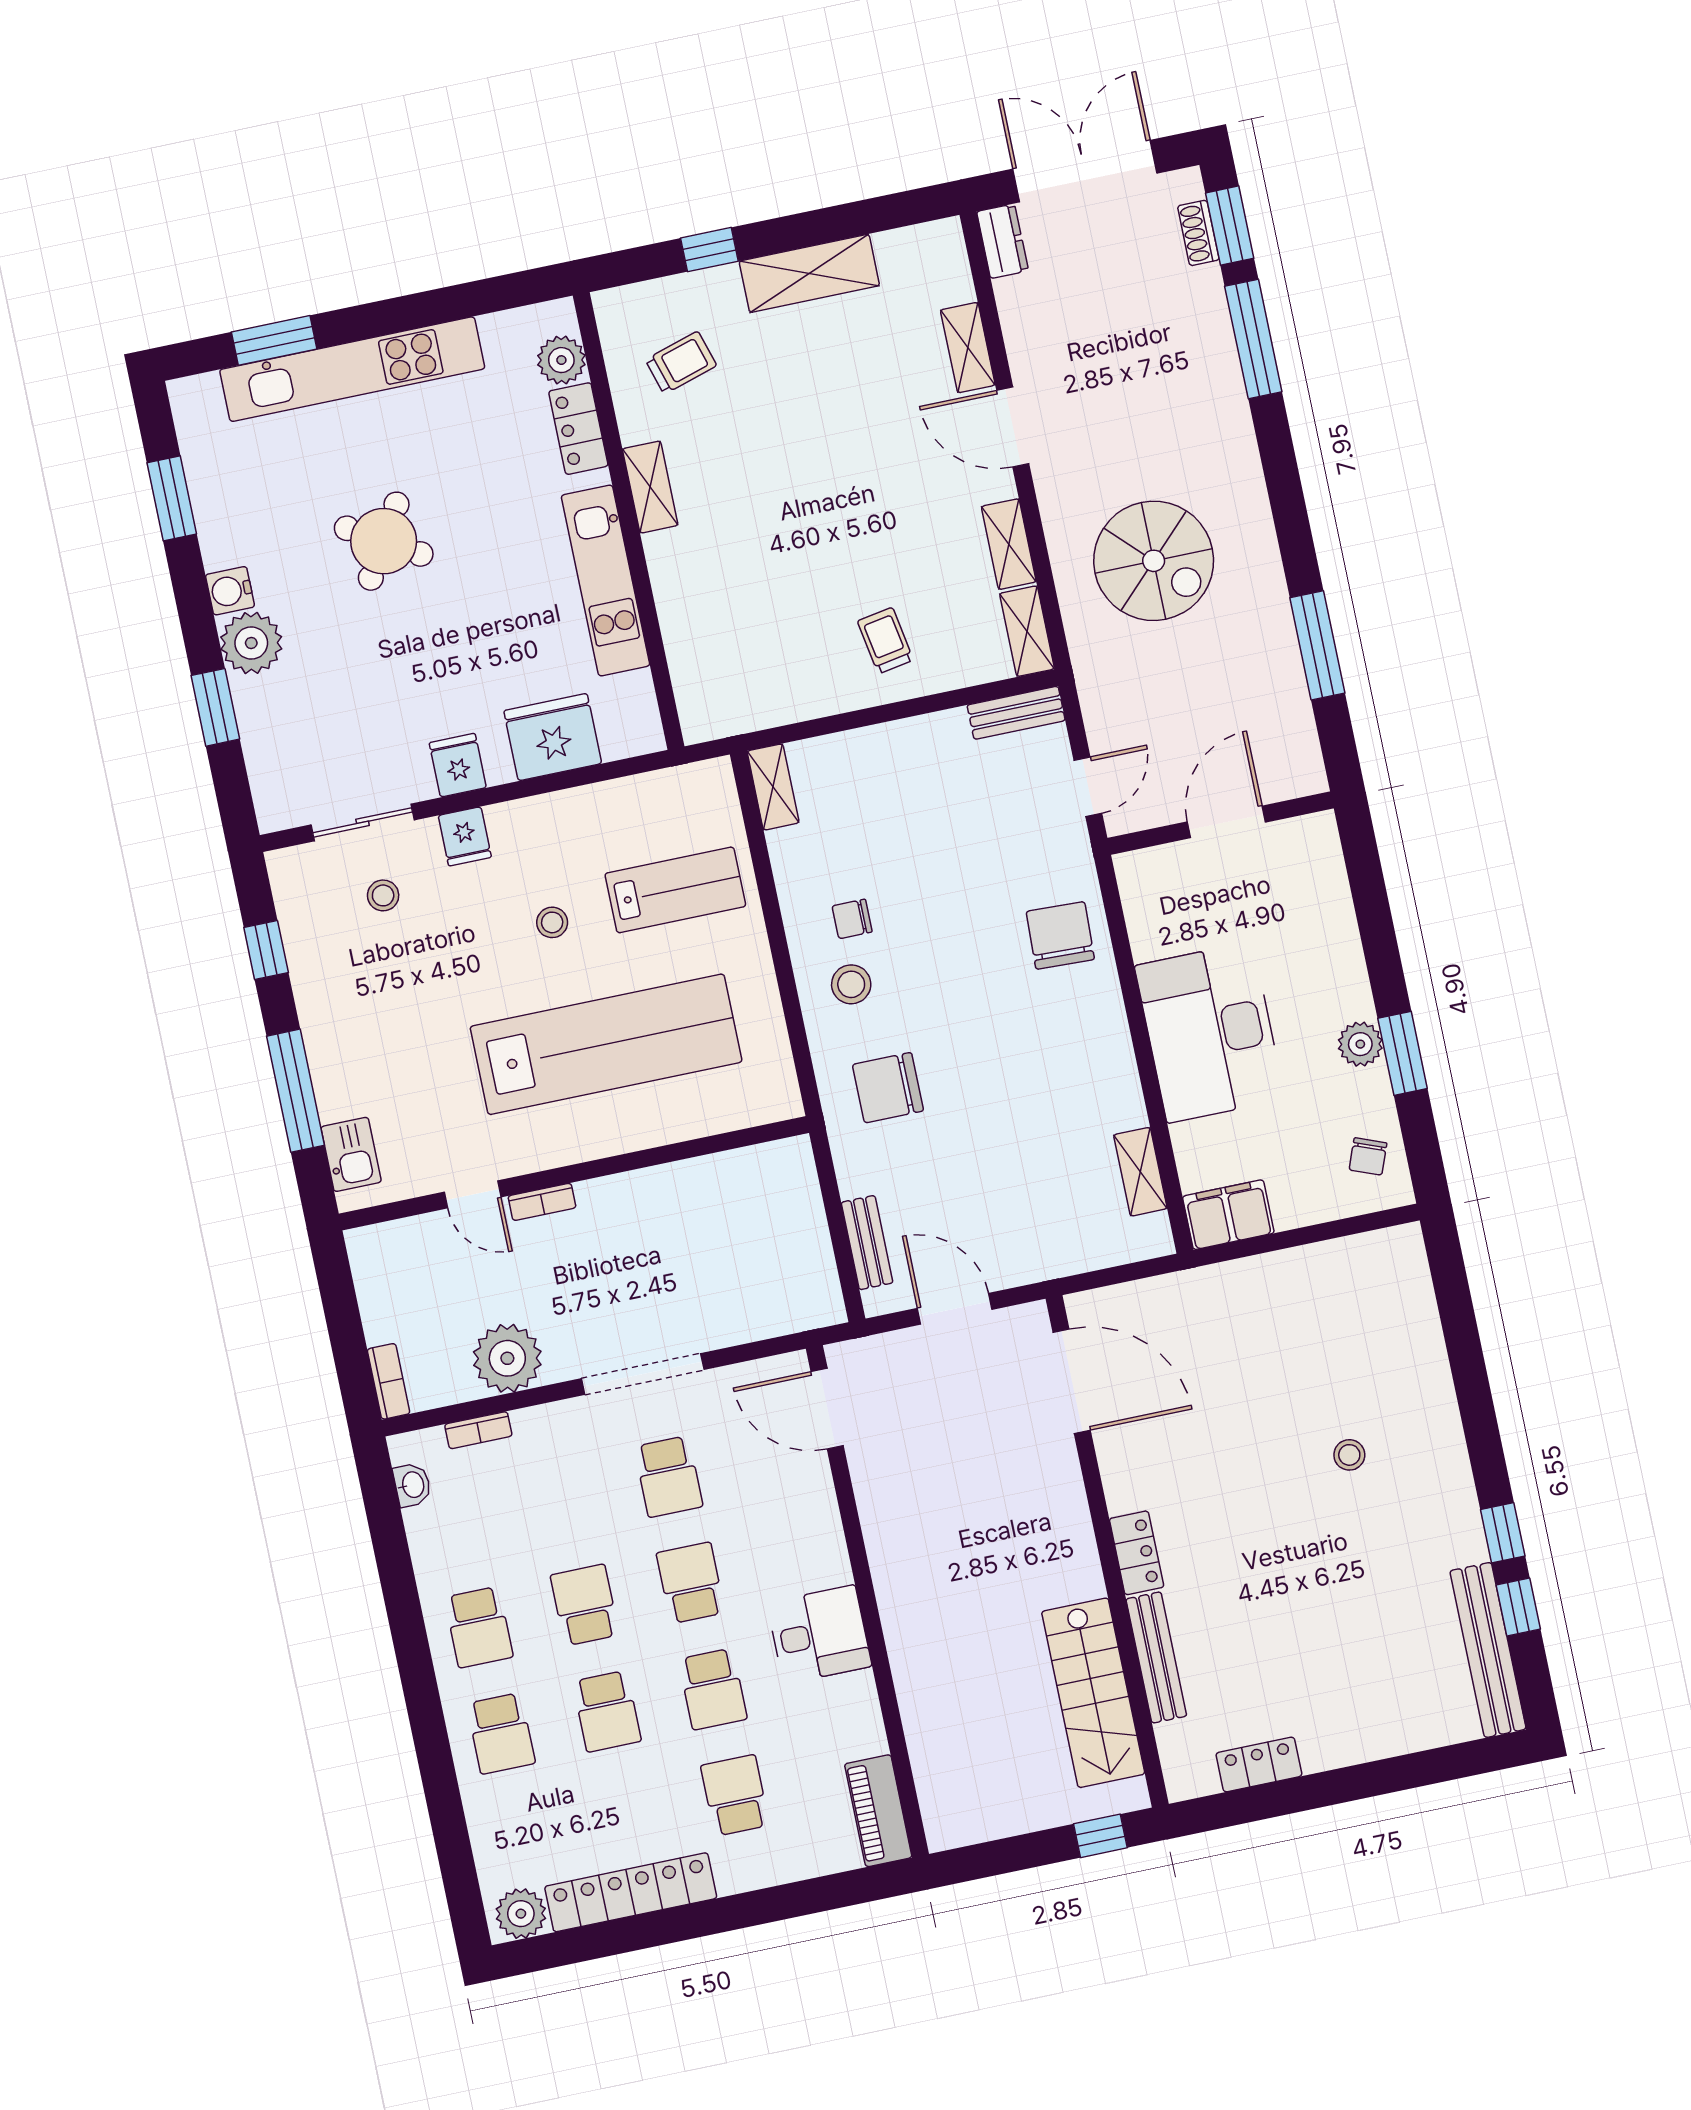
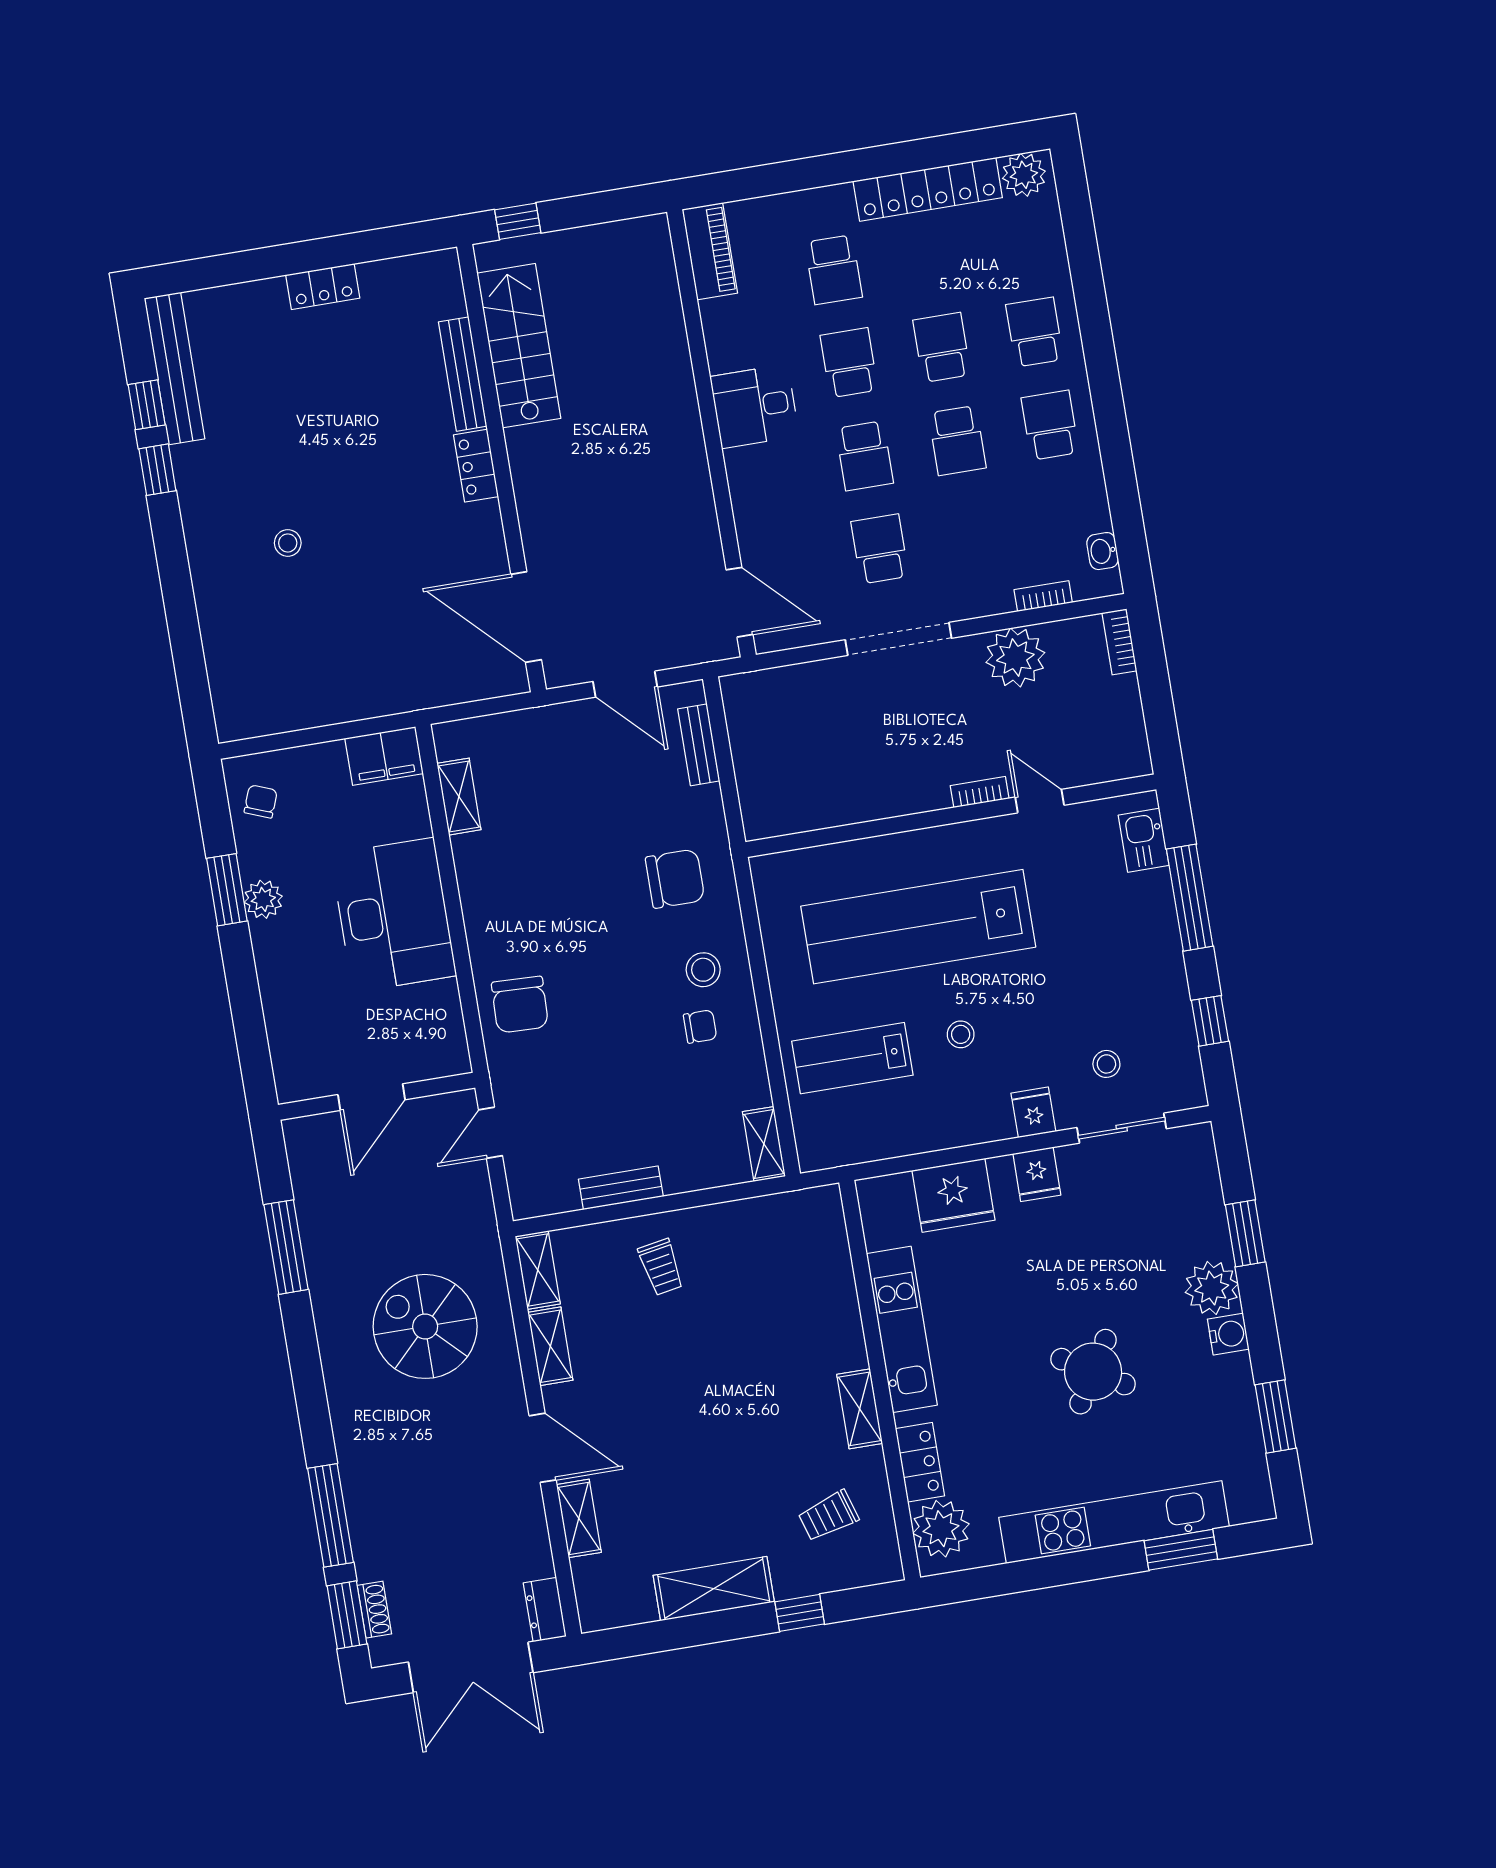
plant: (561, 360) -> (941, 1529), width x1.36, depth x1.36
bench: (1016, 713) -> (621, 1188), moved
locker: (1259, 1764) -> (323, 287), moved

